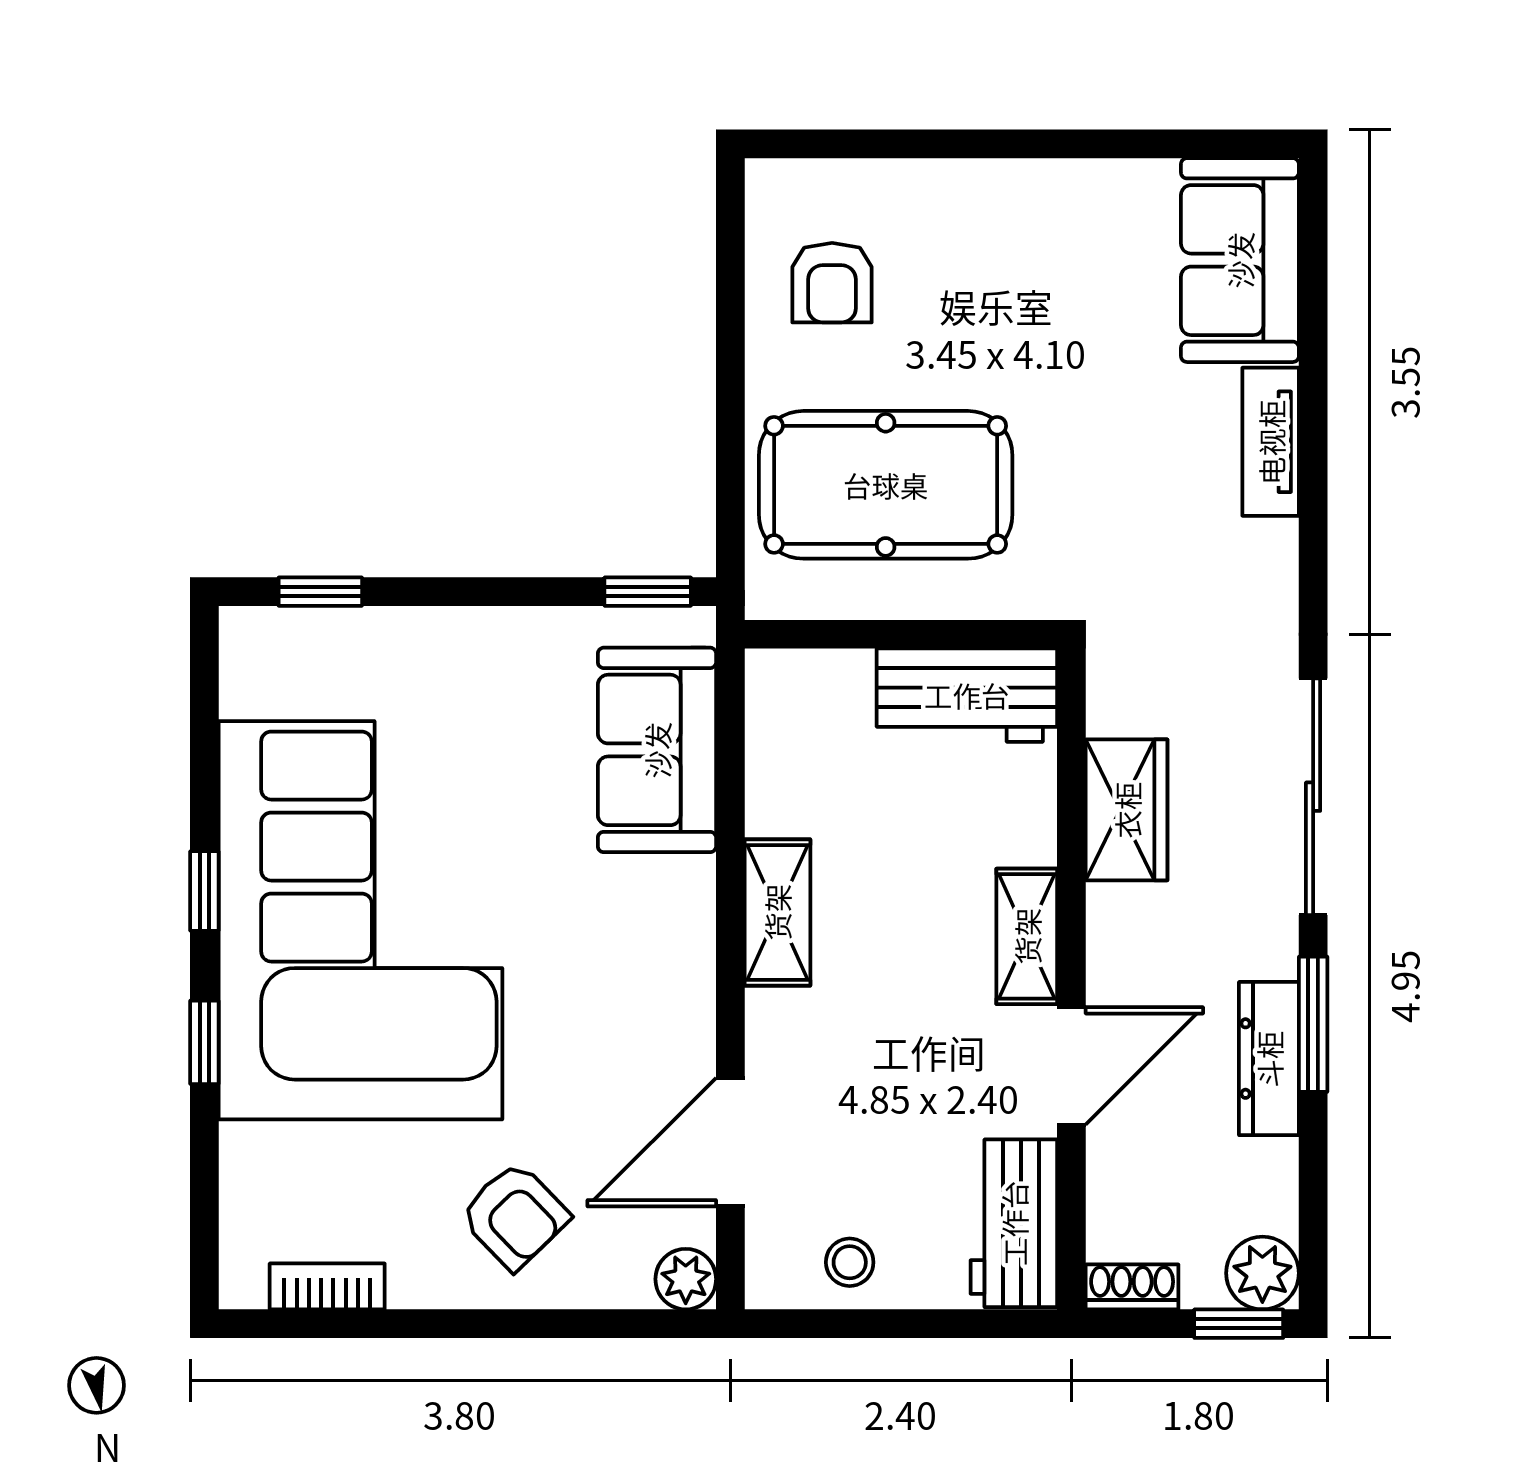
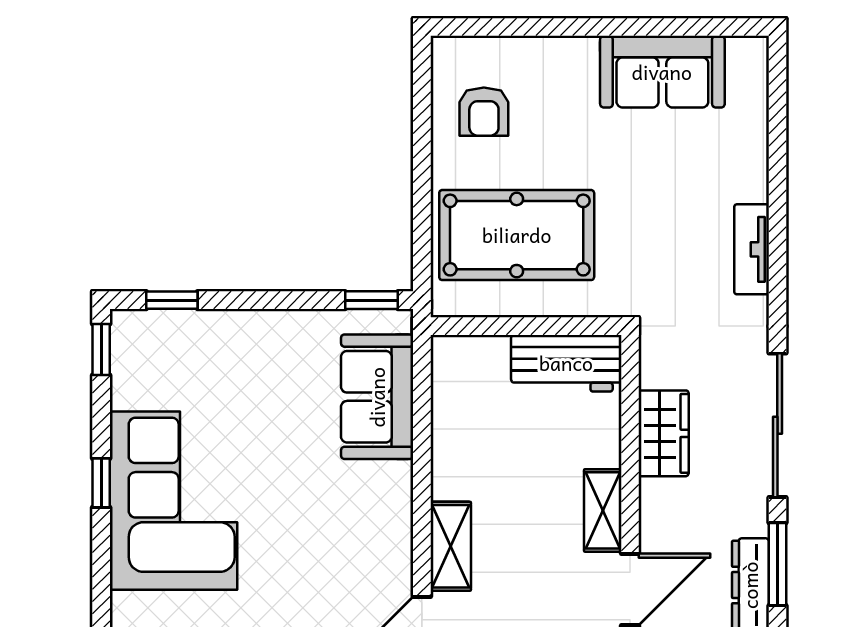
sofa: (1240, 260) -> (662, 72), moved, turned -90
tv unit: (1271, 442) -> (752, 249), moved
shelving: (777, 912) -> (451, 546), moved
corner sofa: (360, 920) -> (173, 501), width x0.73, depth x0.74
window: (204, 1042) -> (101, 350), moved

